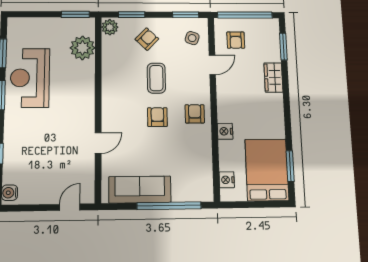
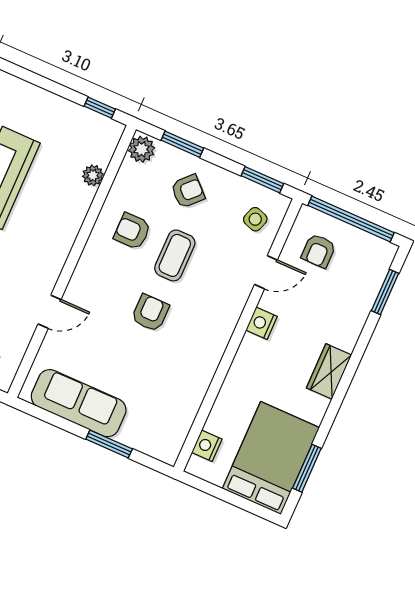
window: (75, 14) -> (100, 108), width x0.67
plant: (83, 48) -> (93, 175), width x0.53, depth x0.53
wardrobe: (273, 78) -> (329, 371), moved
armchair: (195, 114) -> (132, 231), moved, turned -90
nightstand: (225, 131) -> (262, 323), moved
window: (169, 206) -> (109, 444), width x0.47

